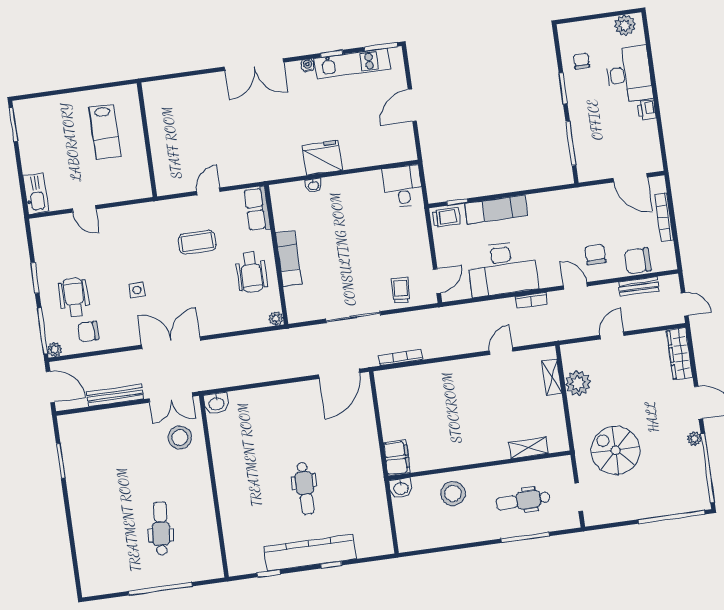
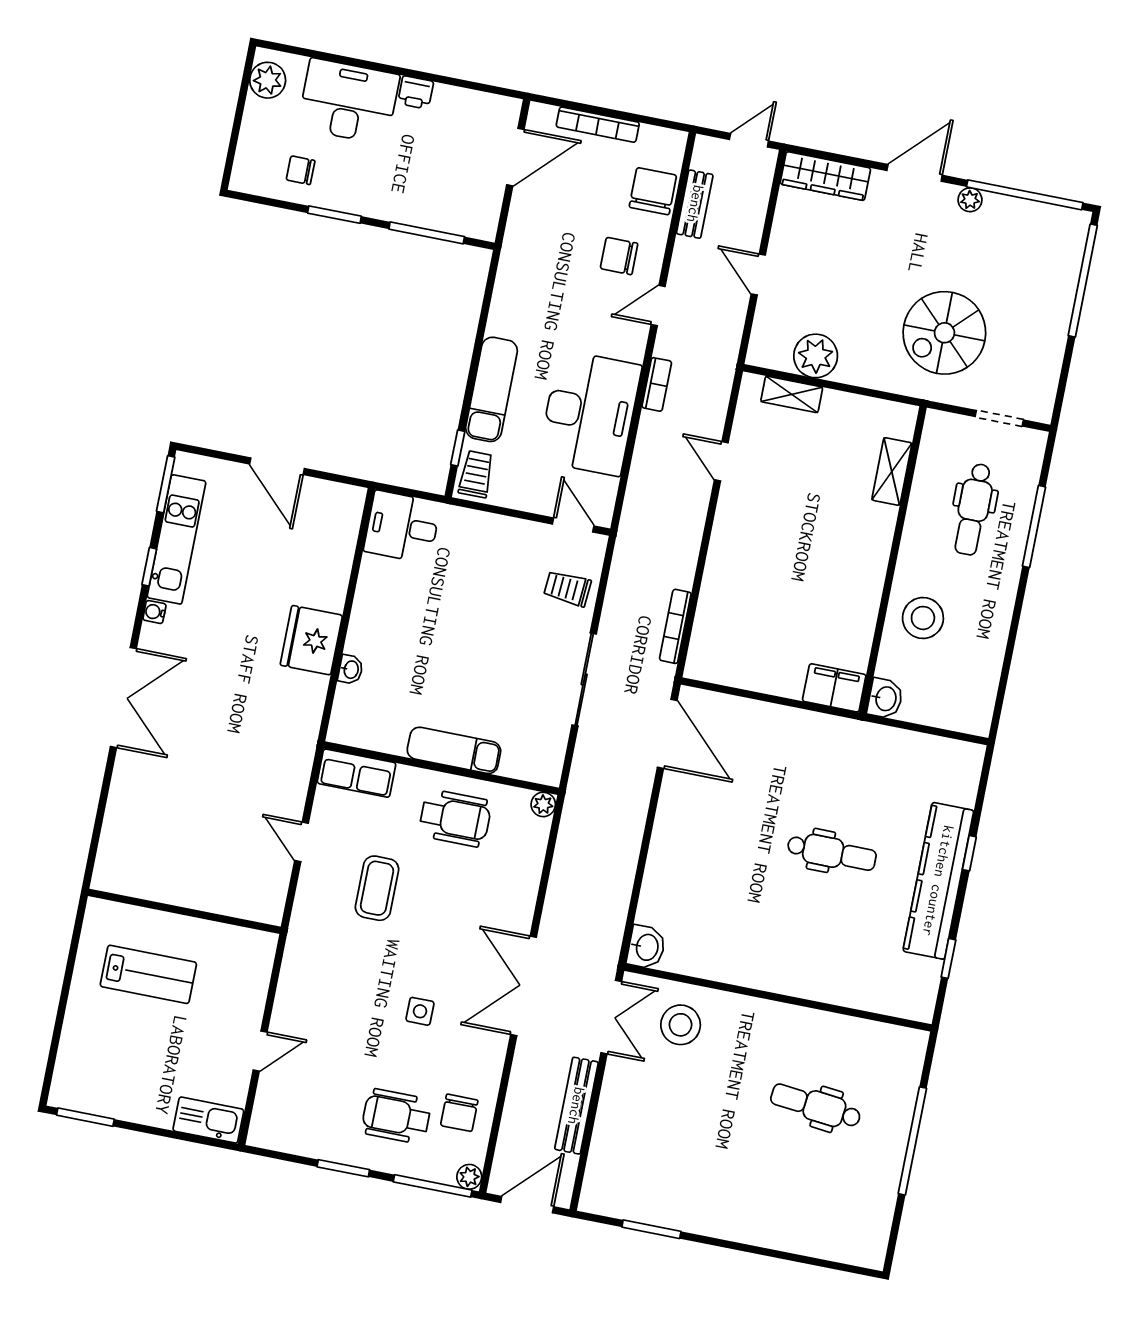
chair: (638, 261) -> (653, 191), turned 180

